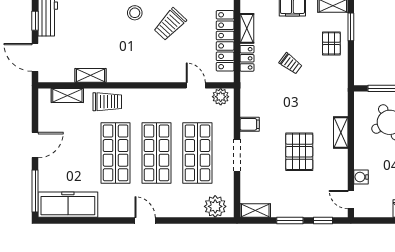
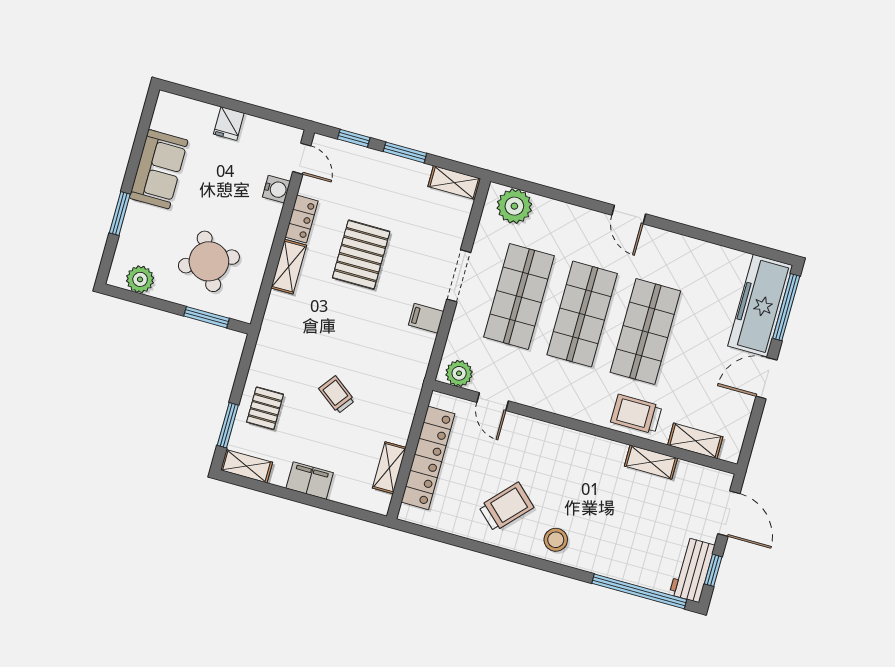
locker: (247, 58) -> (302, 219), moved, turned 180
freezer: (68, 205) -> (760, 306), moved, turned 90

